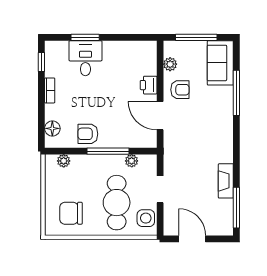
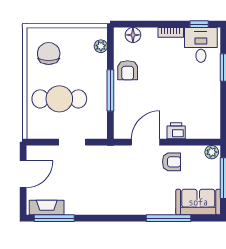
desk: (85, 58) -> (201, 45), moved, turned -90
plant: (170, 64) -> (212, 152), moved
armchair: (180, 90) -> (172, 162), turned -90
armchair: (88, 134) -> (128, 70), turned 180
plant: (132, 161) -> (101, 114), removed
fireplace: (226, 181) -> (47, 208), moved
side table: (146, 218) -> (44, 128), removed

